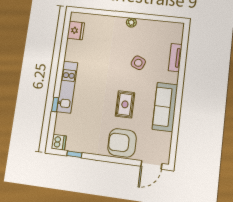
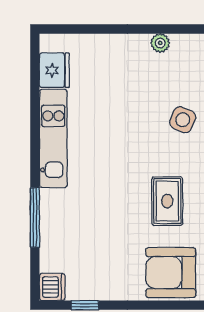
kitchen unit: (67, 87) -> (53, 138), moved
window: (55, 104) -> (35, 217), width x2.17

